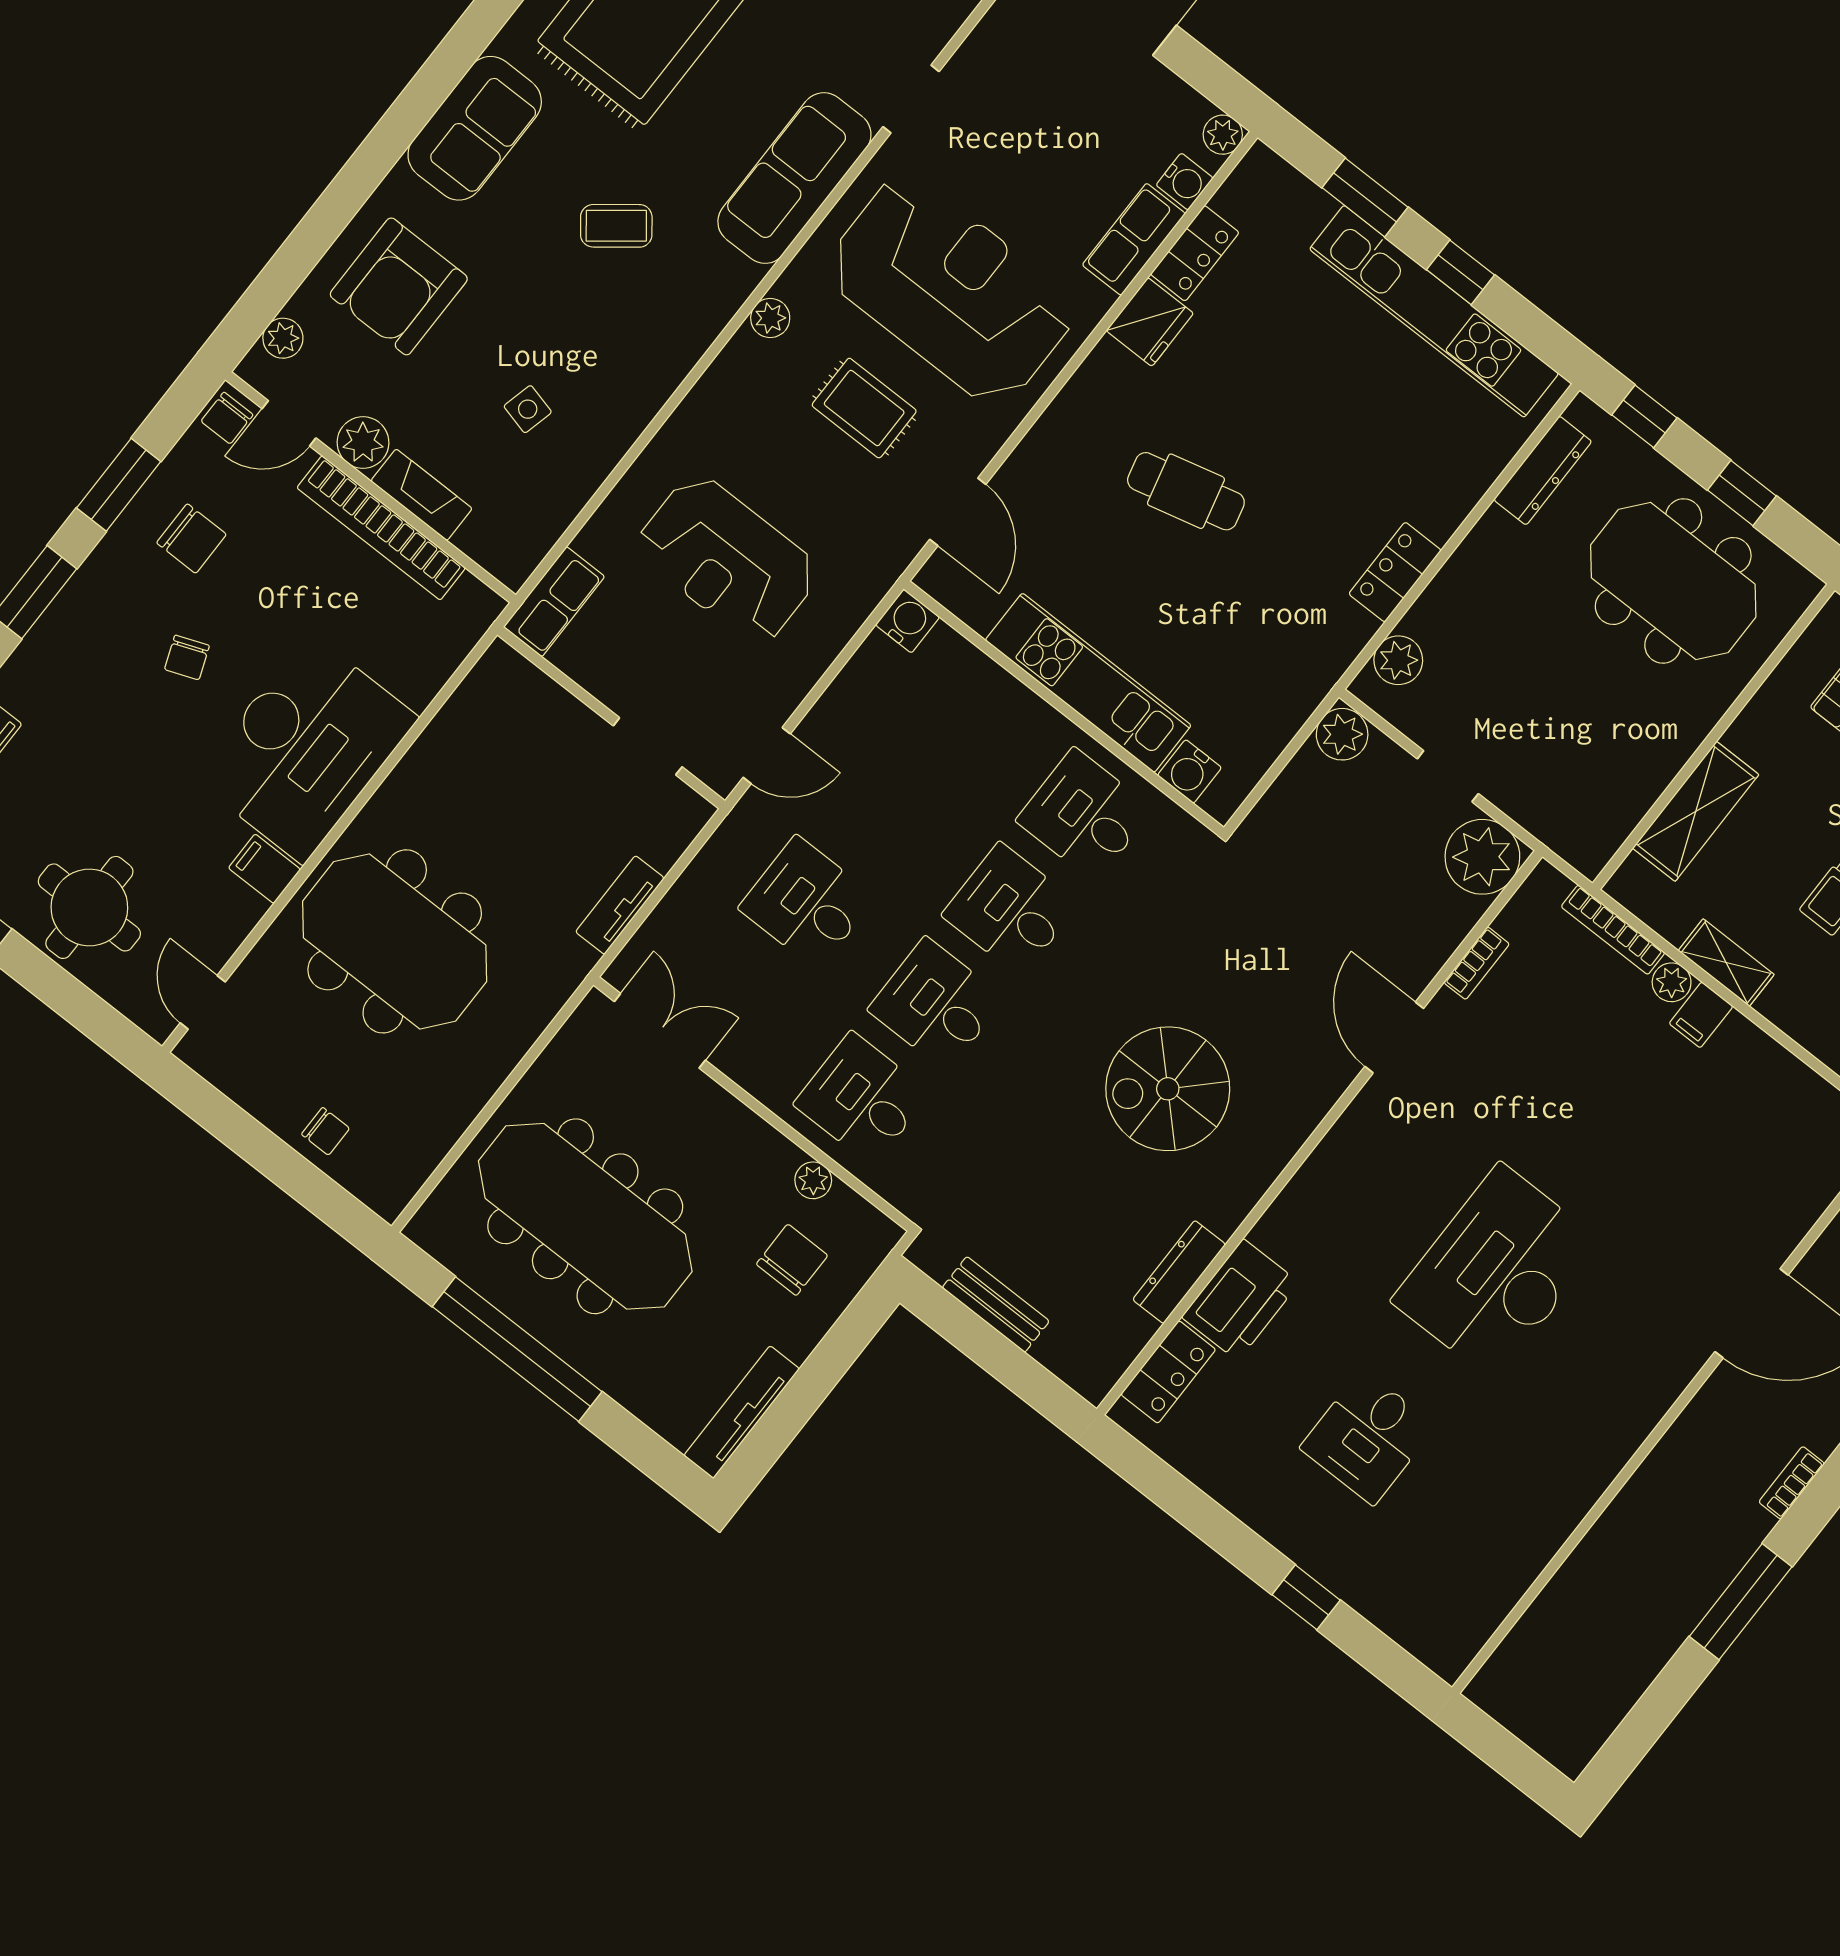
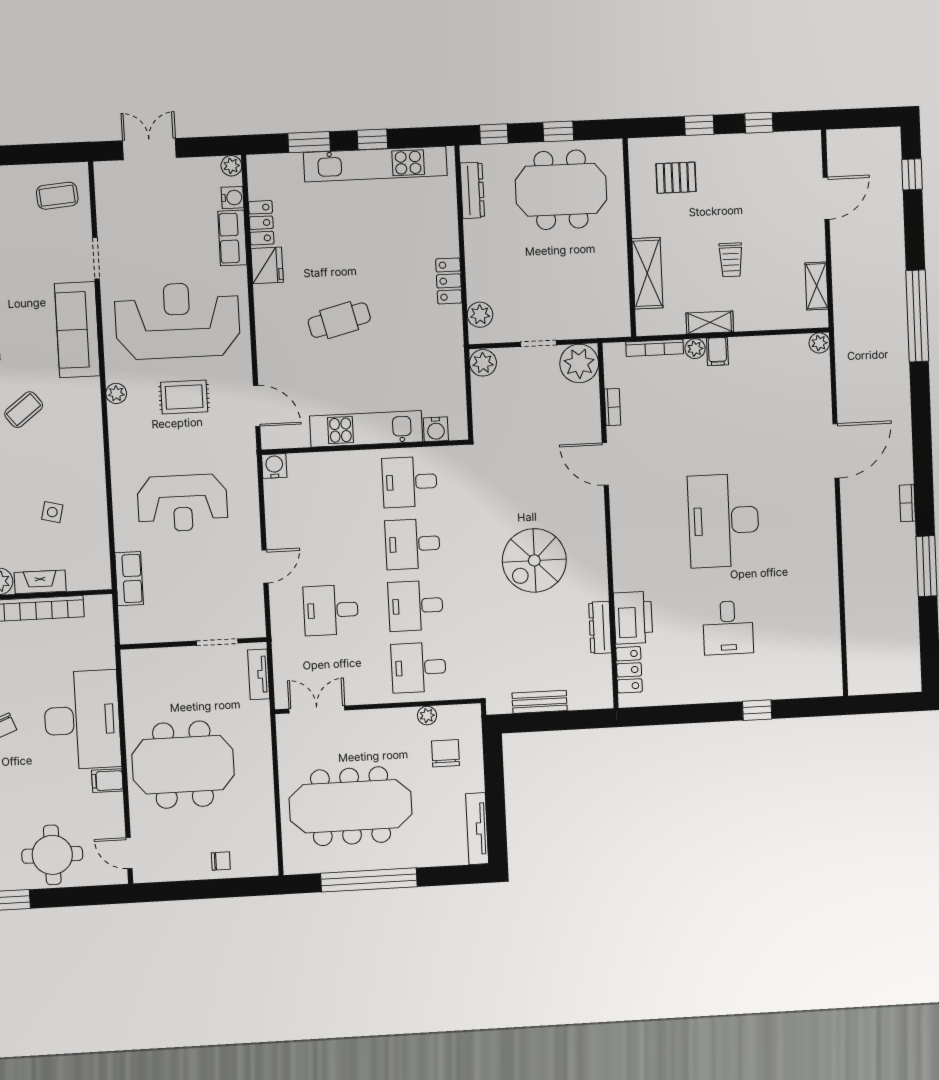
wall: (611, 718) -> (193, 643), moved
doorway: (648, 746) -> (217, 642), moved

